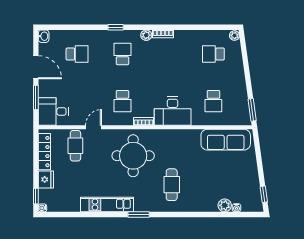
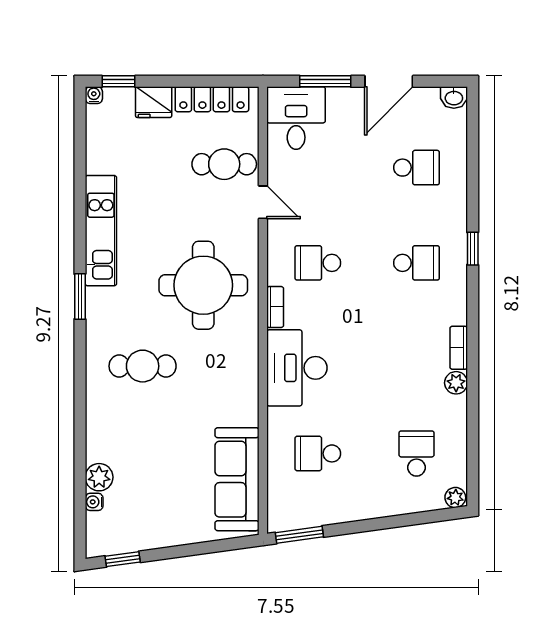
plant: (146, 35) -> (456, 383), moved
school desk: (77, 54) -> (417, 168), turned -90

